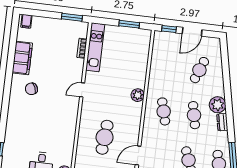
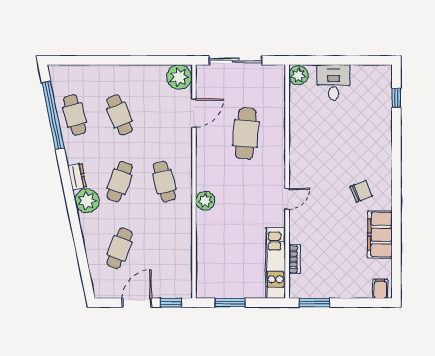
cafe table: (194, 115) -> (119, 182), turned 33

